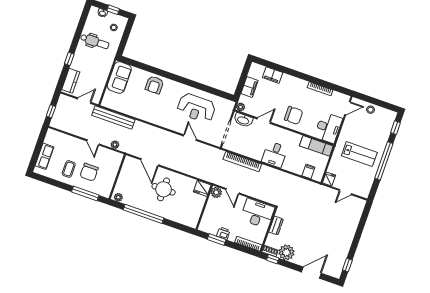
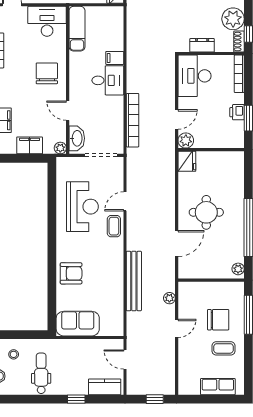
bench: (113, 117) -> (134, 281), moved
coffee table: (176, 124) -> (114, 226), added
filing cabinet: (308, 171) -> (115, 58), moved

